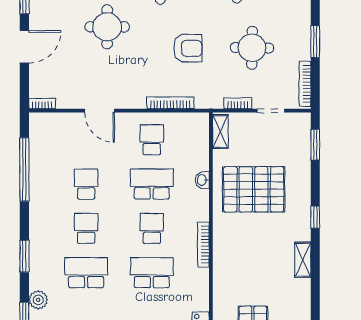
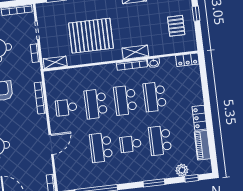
washbasin: (202, 180) -> (154, 63), moved
school desk: (86, 184) -> (101, 148), width x1.85
pallet: (254, 189) -> (91, 36), turned 90
school desk: (152, 228) -> (125, 100), width x1.85
shelving: (221, 252) -> (135, 52), added

